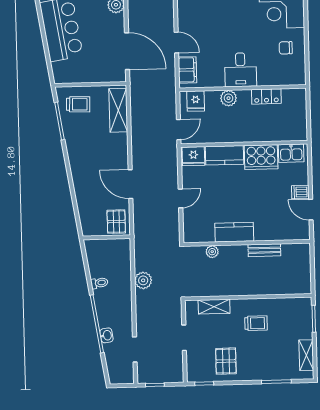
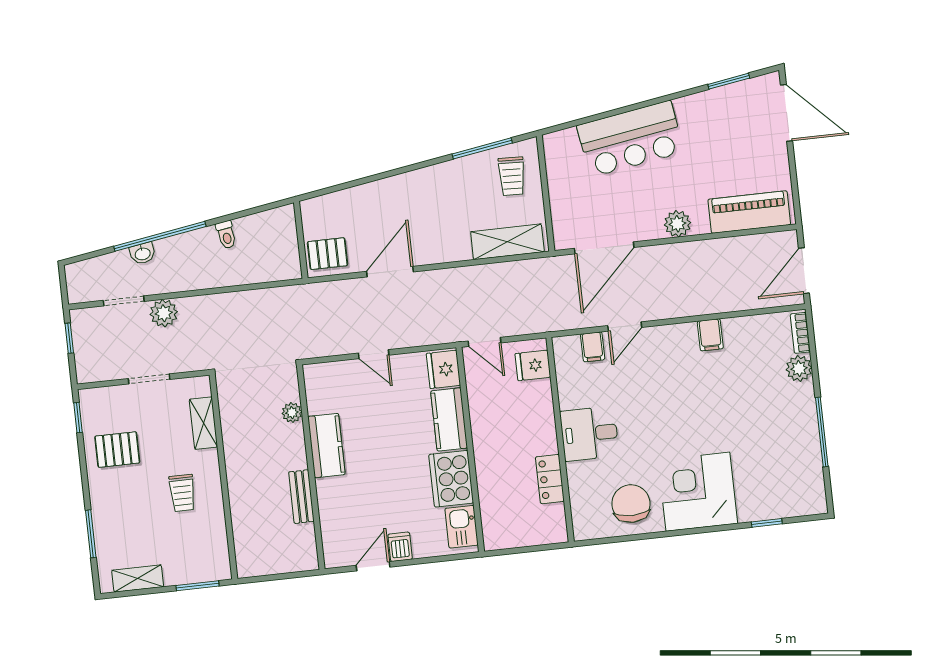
chair: (286, 48) -> (631, 504), width x1.87, depth x1.87
filing cabinet: (187, 70) -> (593, 347), width x0.50
plant: (229, 98) -> (542, 418), removed
plant: (143, 280) -> (164, 313), moved

